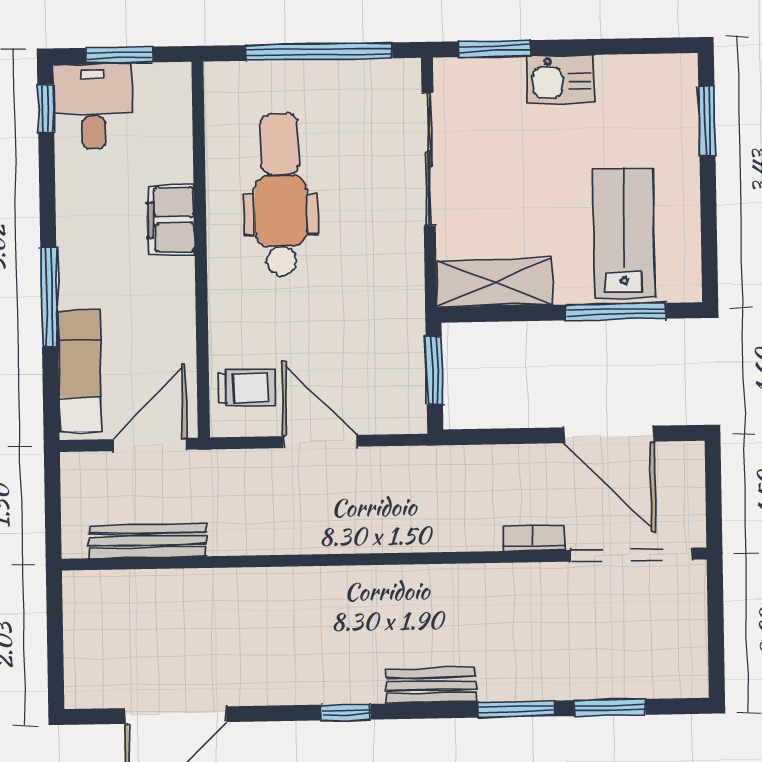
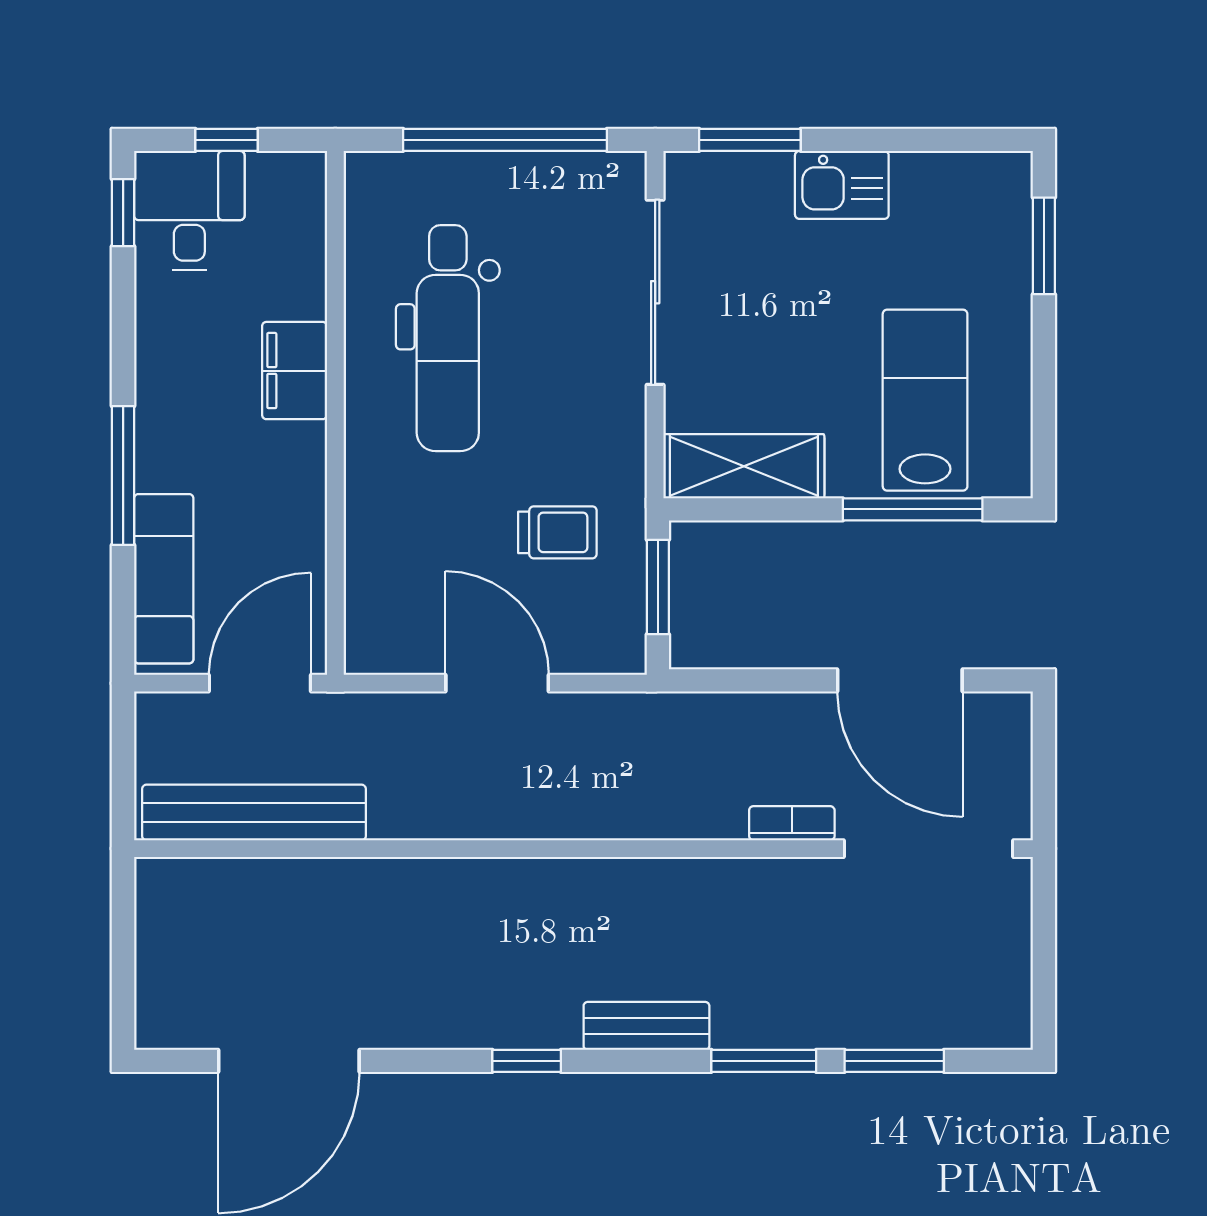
window: (119, 55) -> (226, 140), width x0.67
dental chair: (280, 195) -> (448, 338), turned 180
trolley: (247, 388) -> (557, 532), moved
bench: (147, 541) -> (254, 812), width x1.37, depth x1.21

